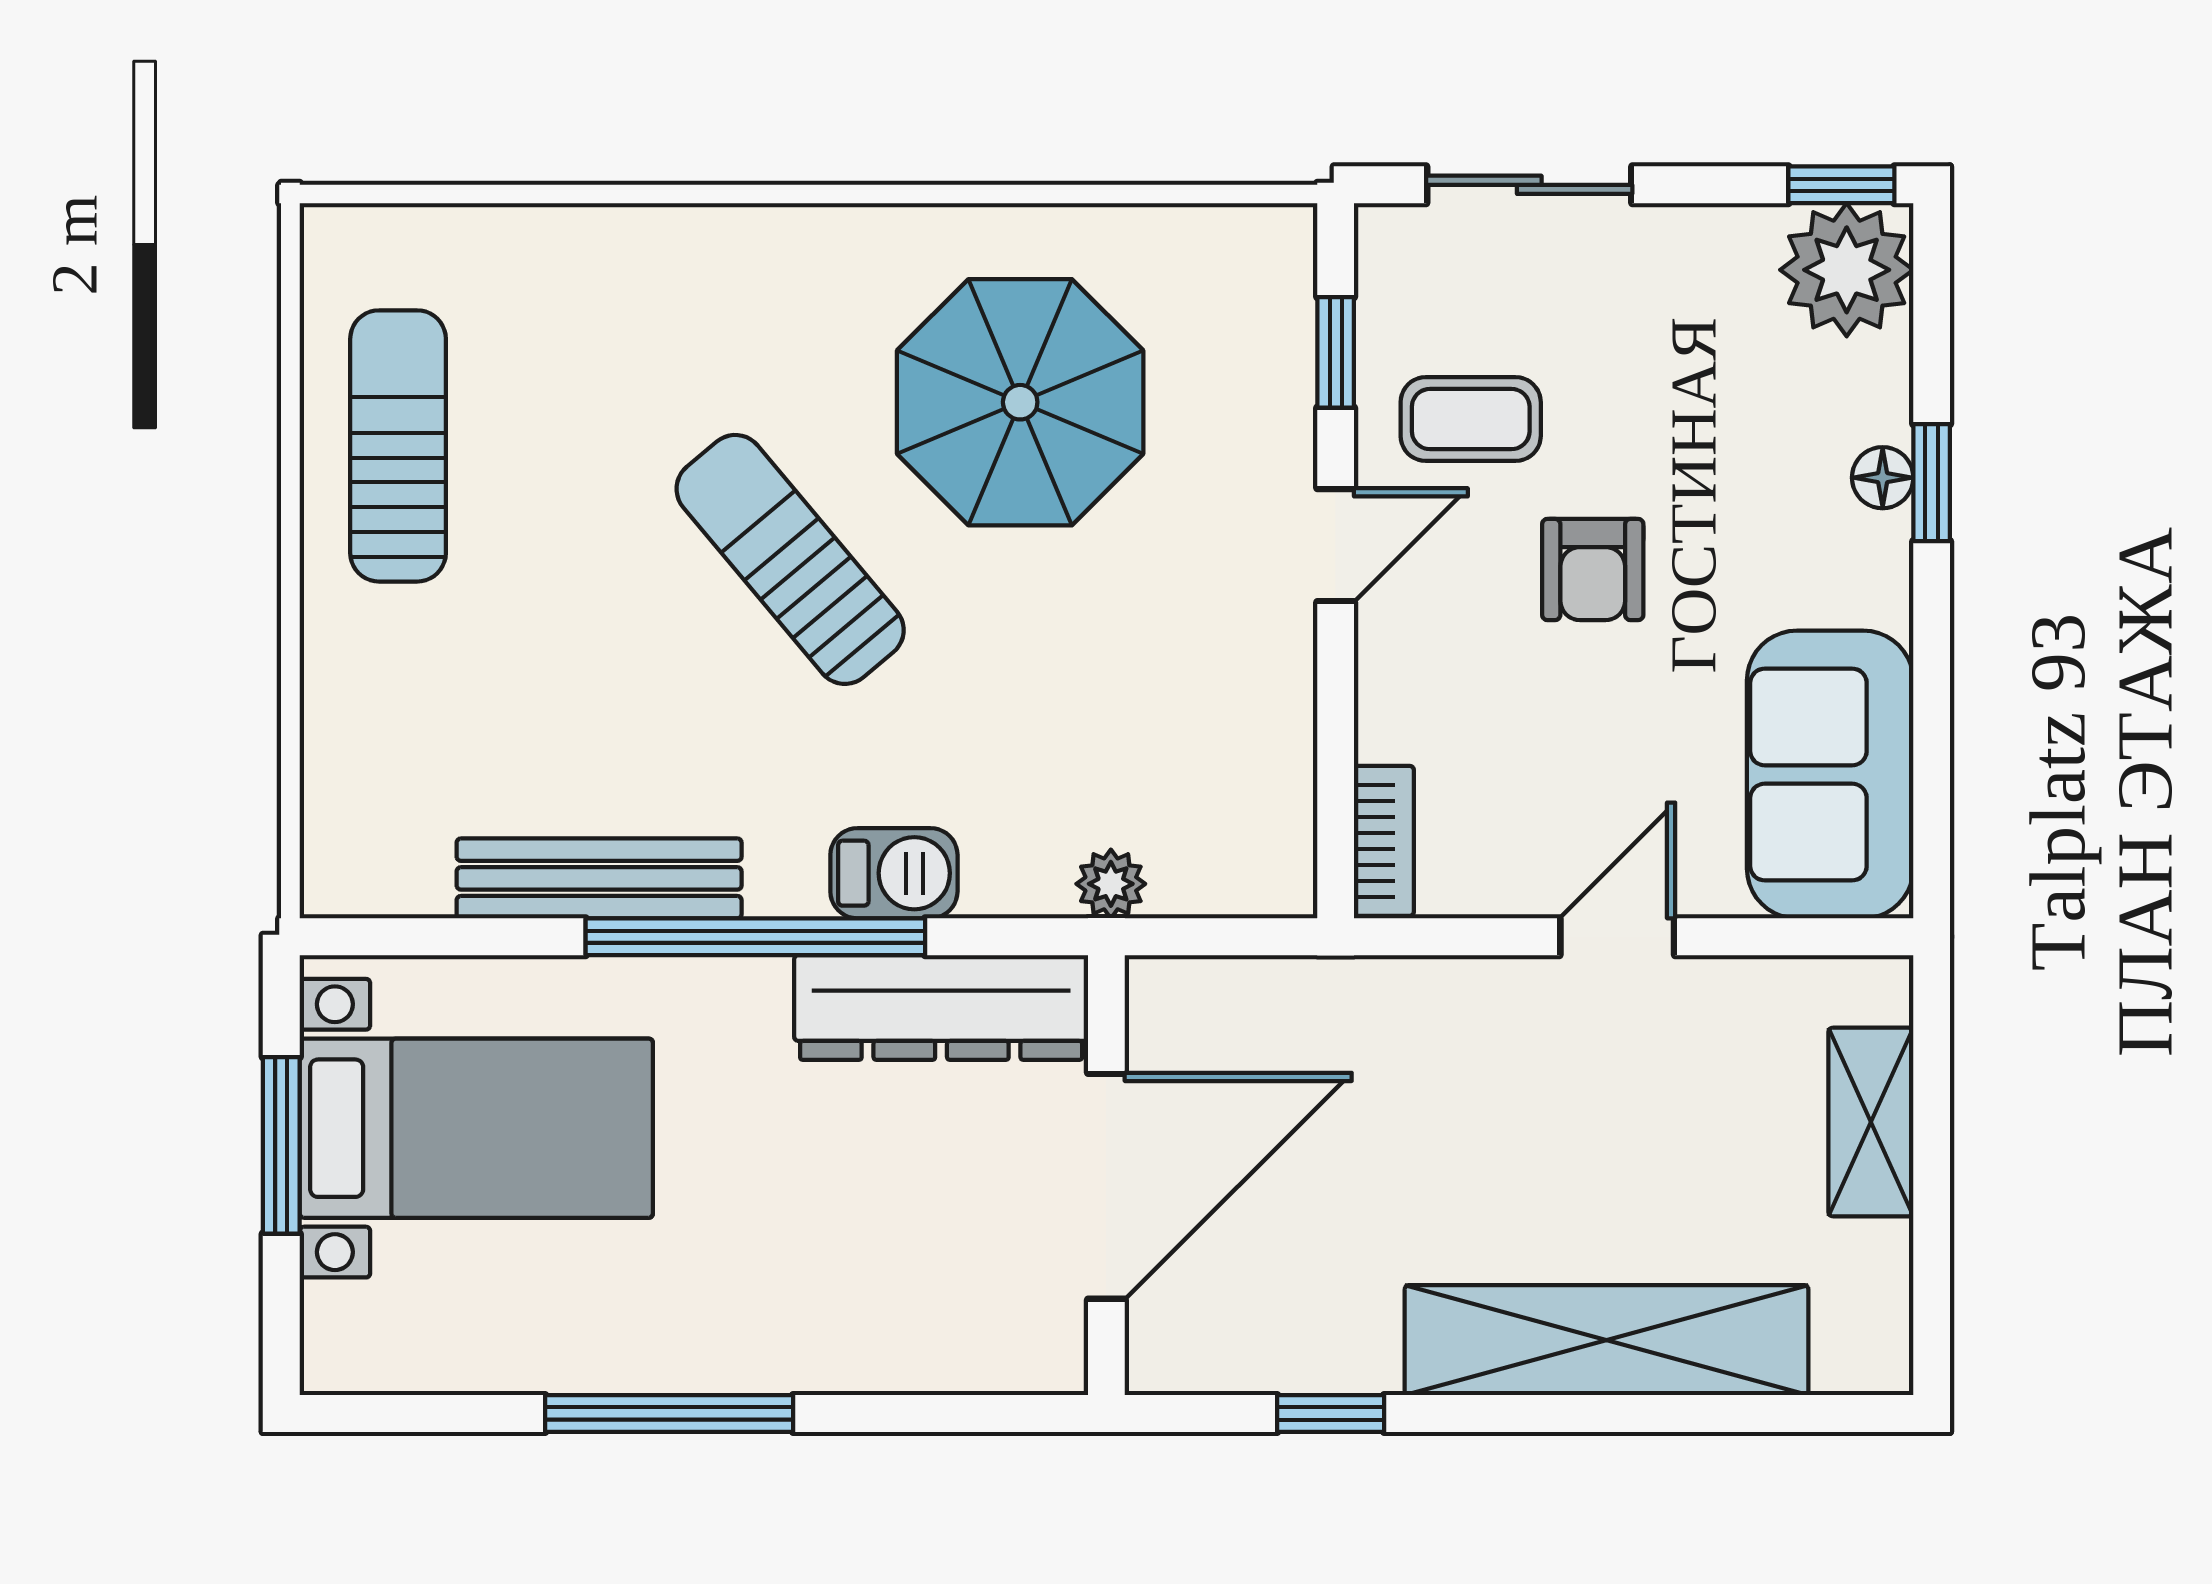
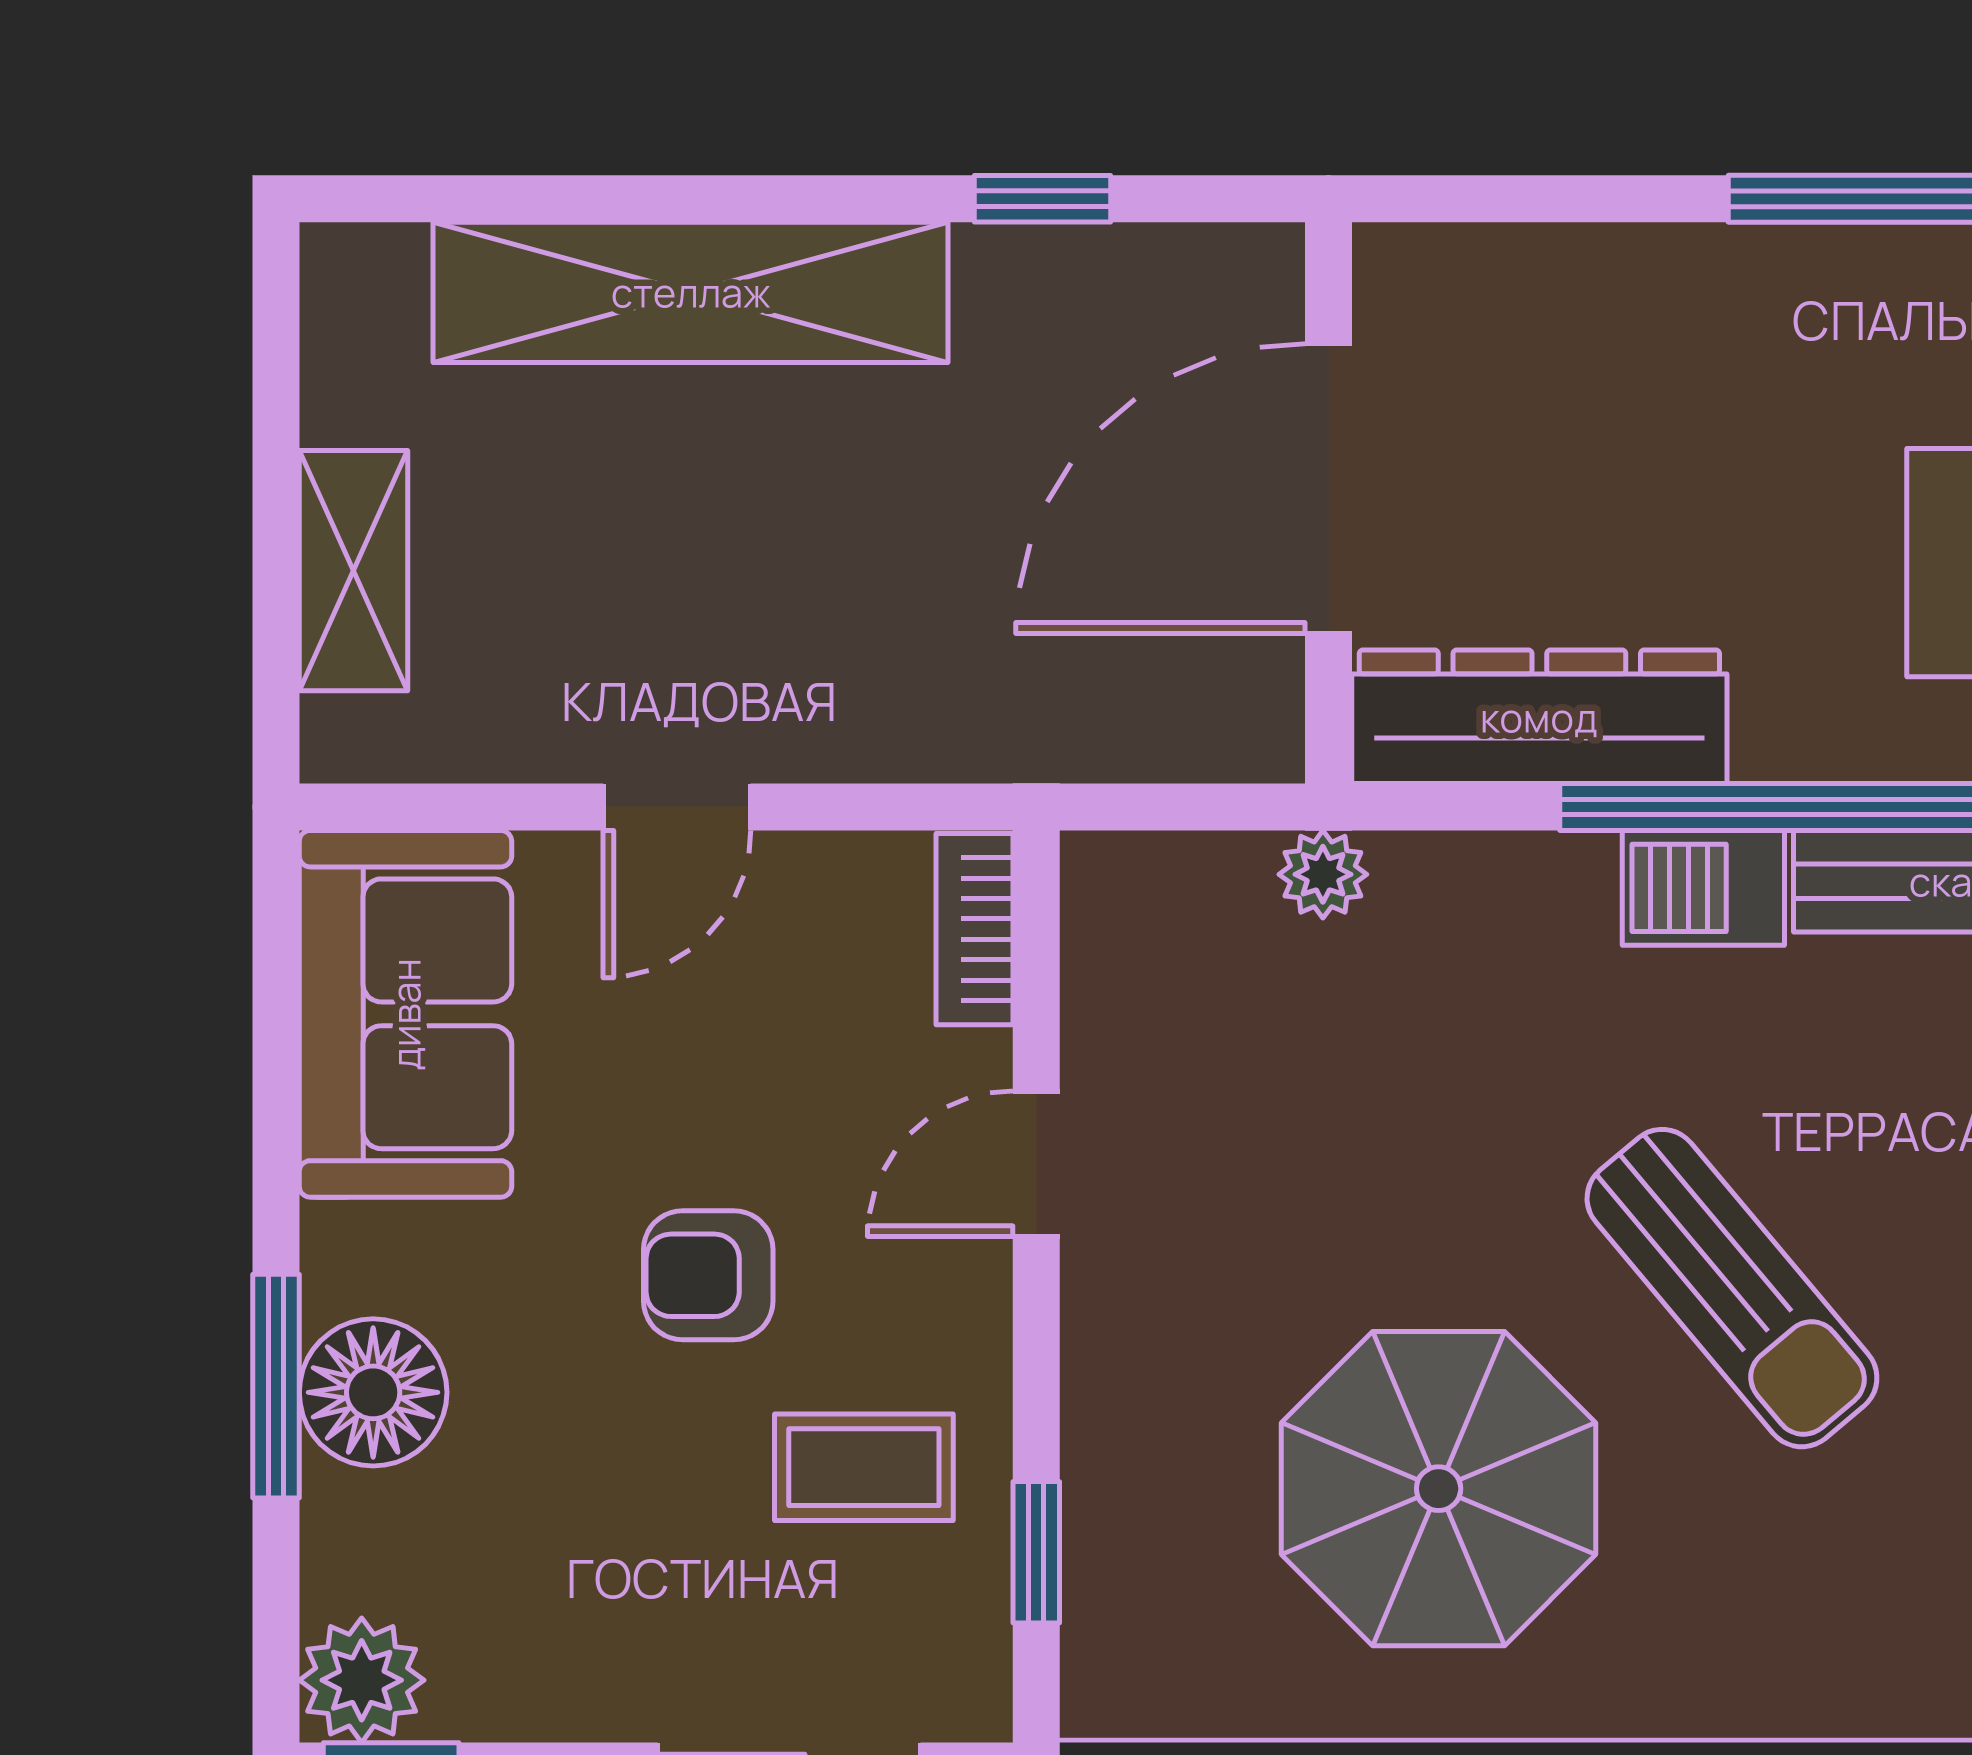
plant: (1847, 270) -> (362, 1680), width x0.73, depth x0.73
floor lamp: (1883, 478) -> (373, 1392), width x1.89, depth x1.89
window: (1932, 483) -> (276, 1386), width x1.50
door: (1336, 545) -> (1036, 1164), moved
armchair: (1593, 569) -> (708, 1275), turned -90
barbecue: (894, 873) -> (1703, 888), moved

